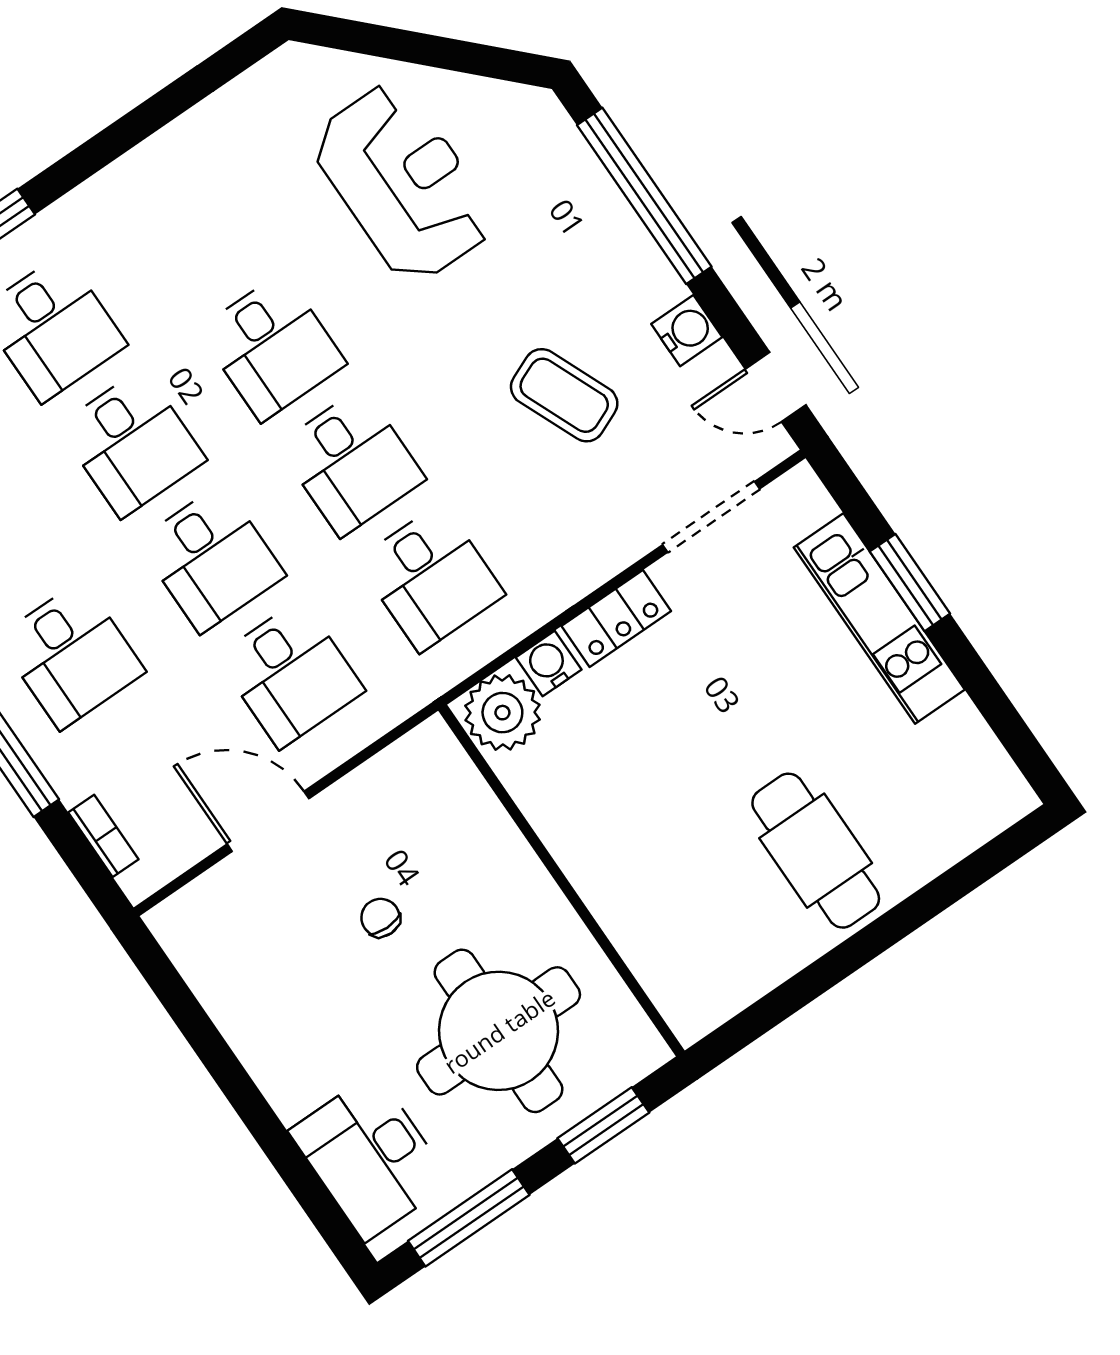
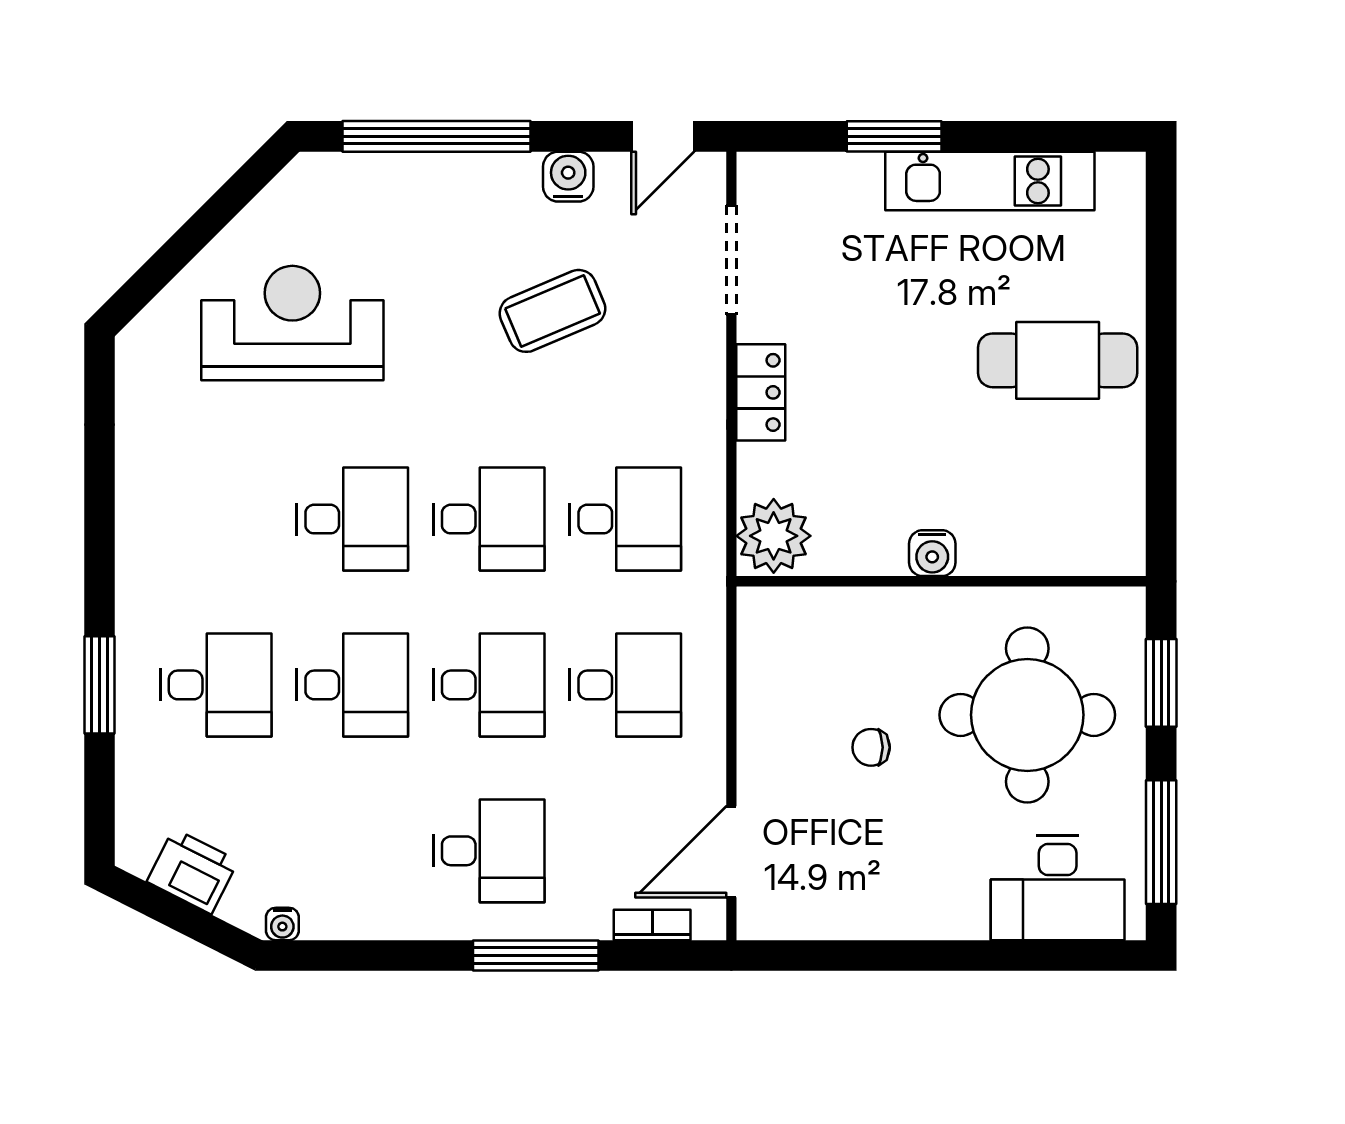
kitchen unit: (879, 619) -> (990, 181), moved
water cooler: (549, 664) -> (932, 553), moved, turned -90
door: (268, 821) -> (731, 852), moved

